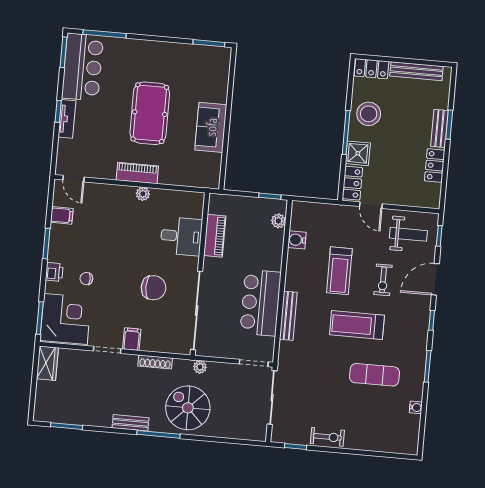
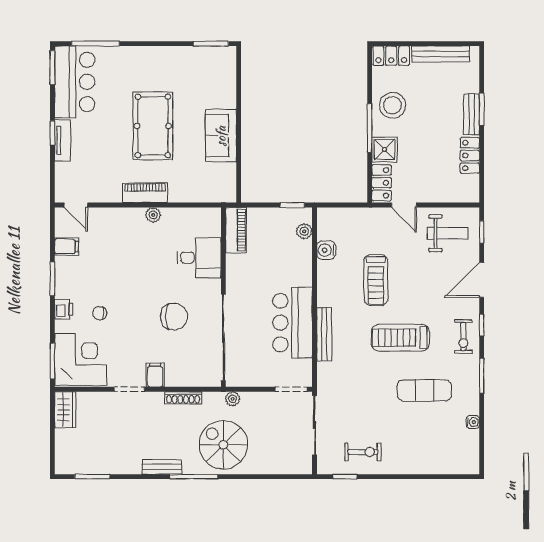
piano: (215, 236) -> (236, 230), moved
exercise bike: (383, 280) -> (463, 337), moved
exercise bike: (327, 437) -> (363, 452), moved

